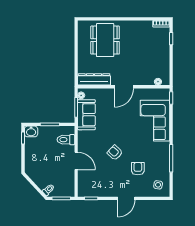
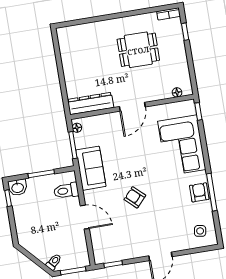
dining table: (105, 40) -> (138, 50), moved, width x0.73
sofa: (86, 115) -> (91, 168), moved
armchair: (138, 169) -> (199, 192), moved

